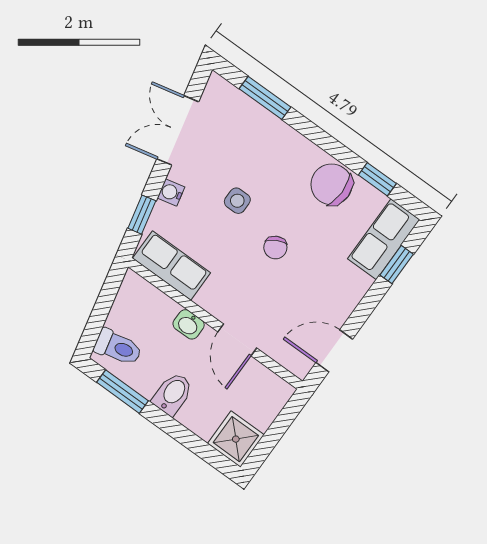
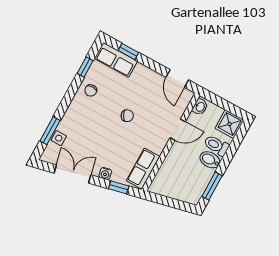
double door: (178, 130) -> (72, 174), swing flipped
chair: (332, 184) -> (91, 90), width x0.54, depth x0.54
side table: (237, 201) -> (59, 138), moved
washbasin: (189, 324) -> (200, 107), moved
toilet: (118, 347) -> (216, 145), moved, turned -77

